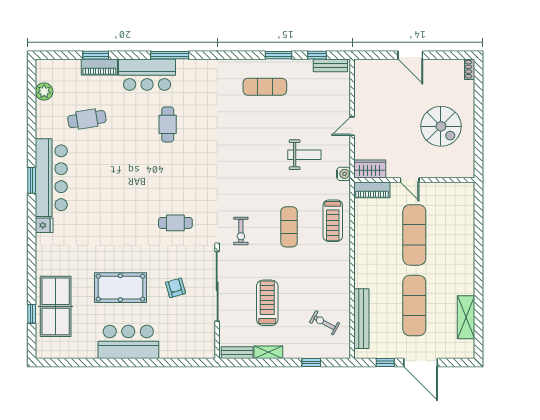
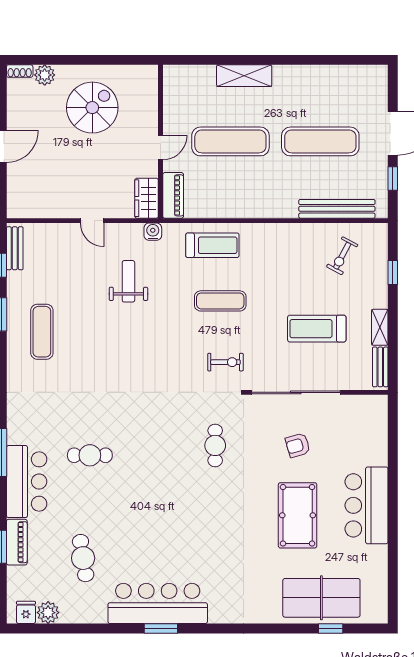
plant: (467, 89) -> (45, 75), added
fridge: (44, 225) -> (26, 612), moved
shelving: (466, 317) -> (244, 76), moved

